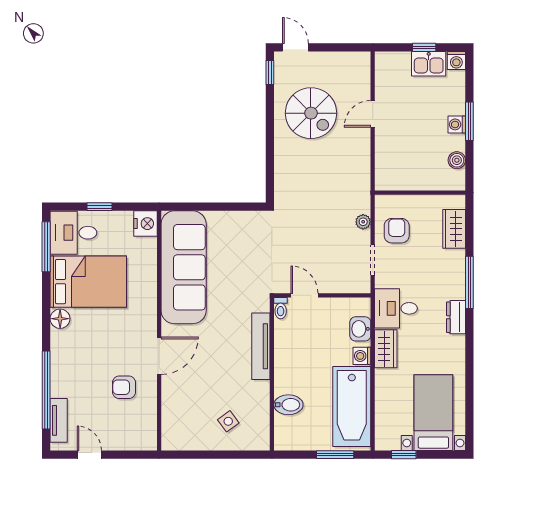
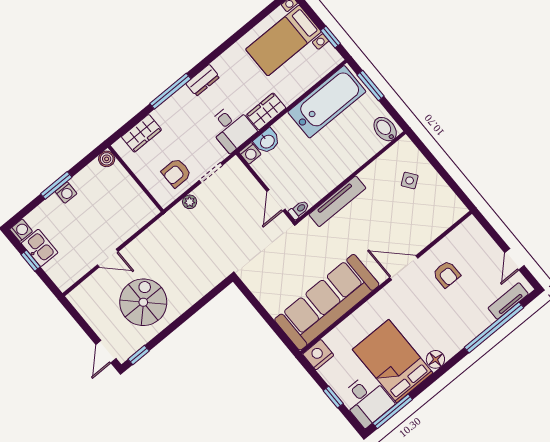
boiler: (457, 160) -> (107, 159), moved
washing machine: (362, 356) -> (250, 153), moved
bidet: (288, 405) -> (385, 129), moved

